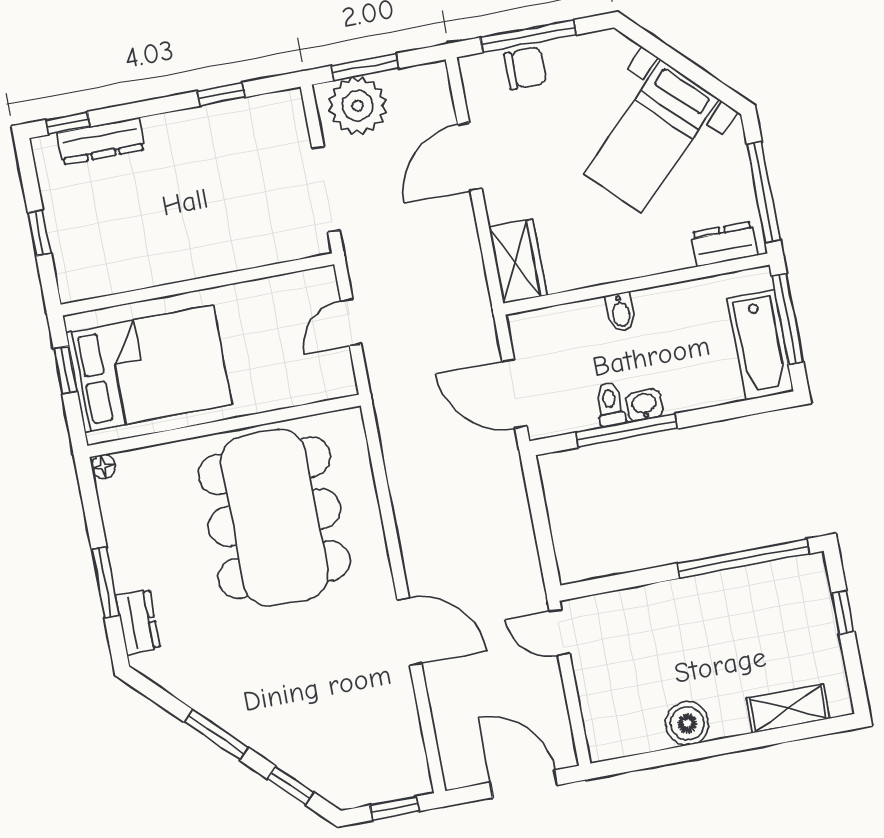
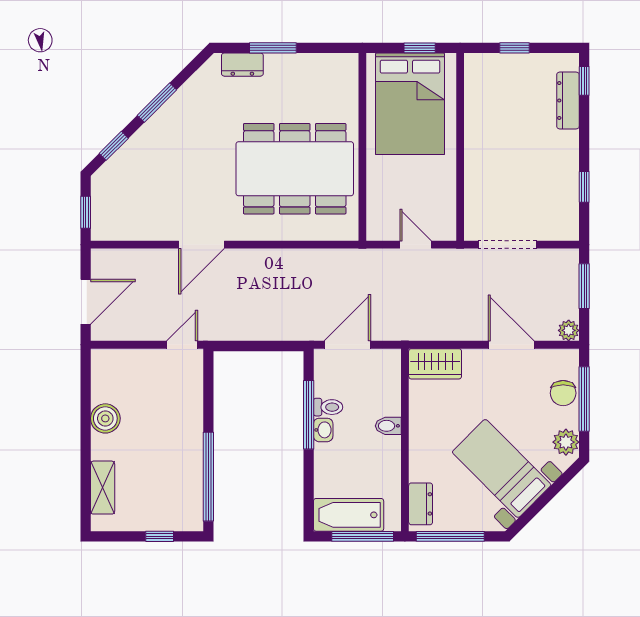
plant: (596, 51) -> (566, 442), added
plant: (358, 106) -> (569, 330), moved, width x0.53, depth x0.53
floor lamp: (103, 466) -> (350, 61), removed

